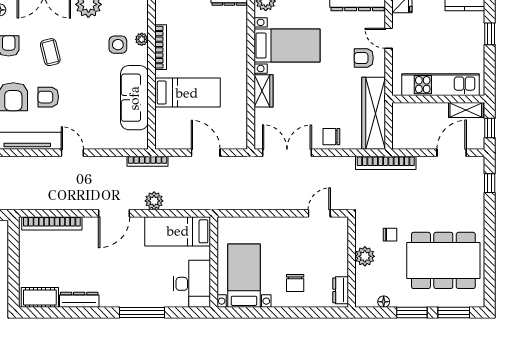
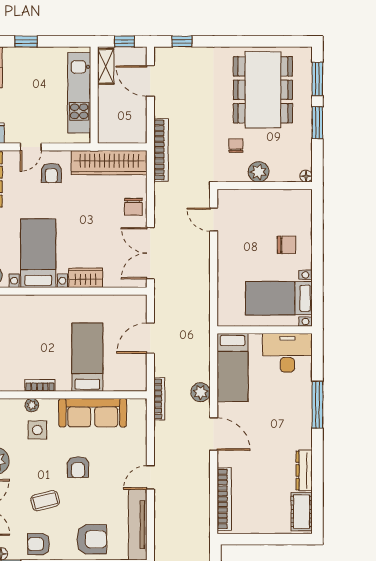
bookcase: (161, 47) -> (40, 385), width x0.64
armchair: (48, 97) -> (78, 467), moved
dresser: (341, 290) -> (294, 197), removed
floor lamp: (384, 302) -> (306, 176), moved

